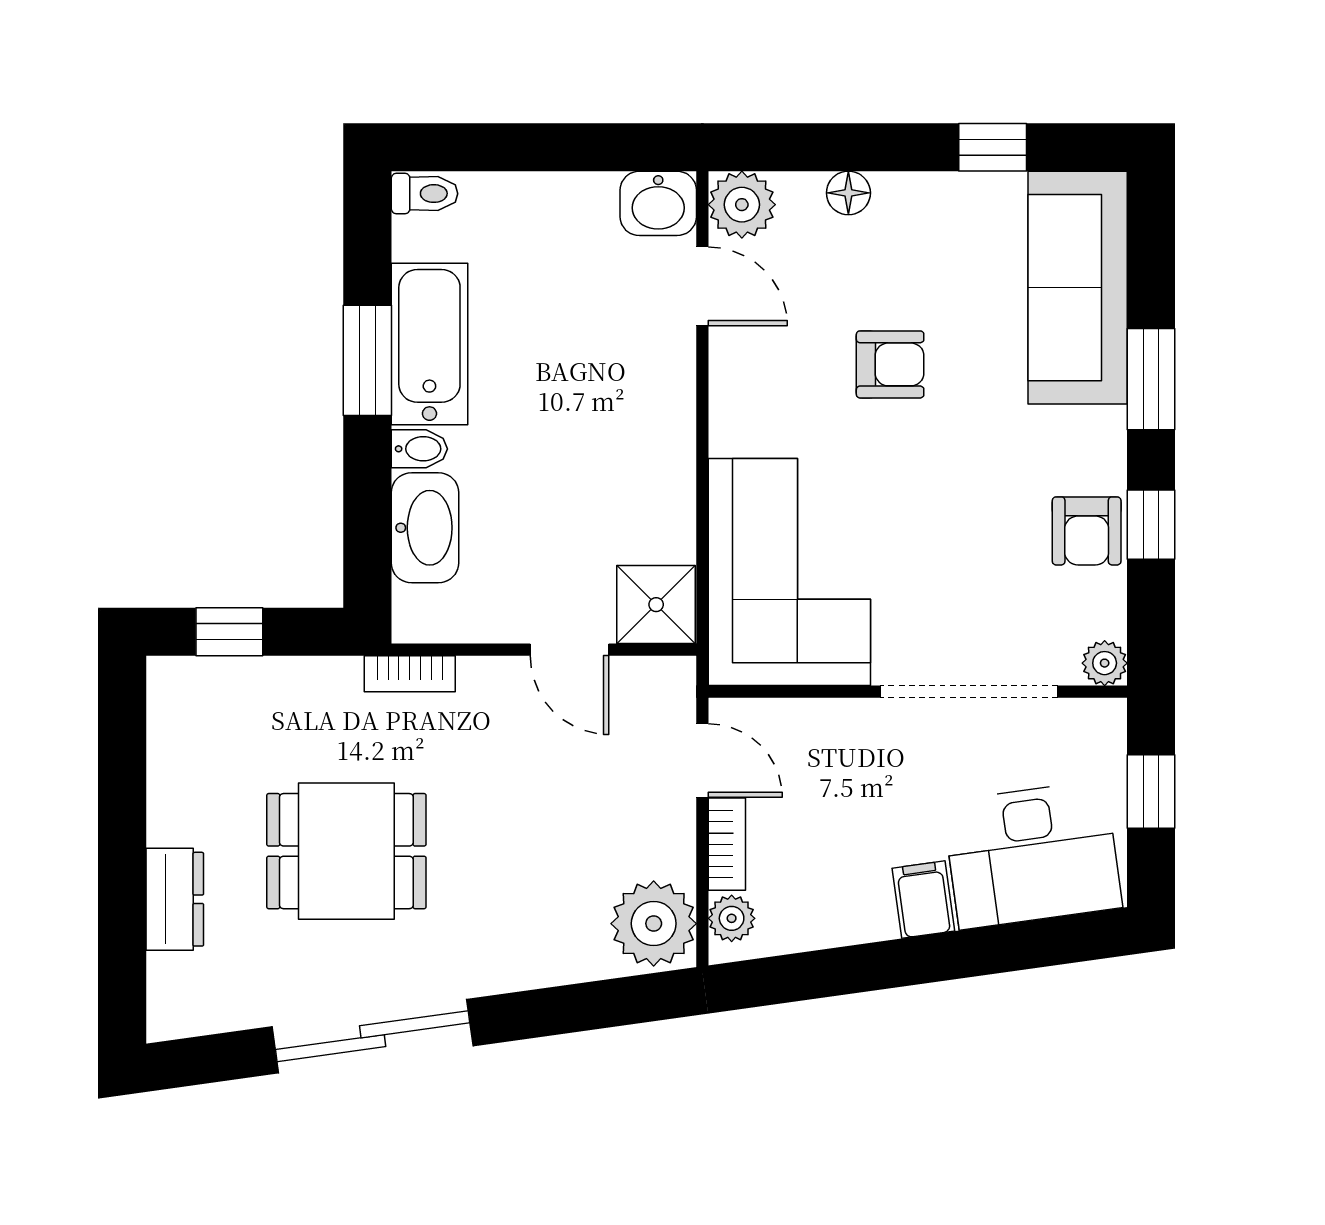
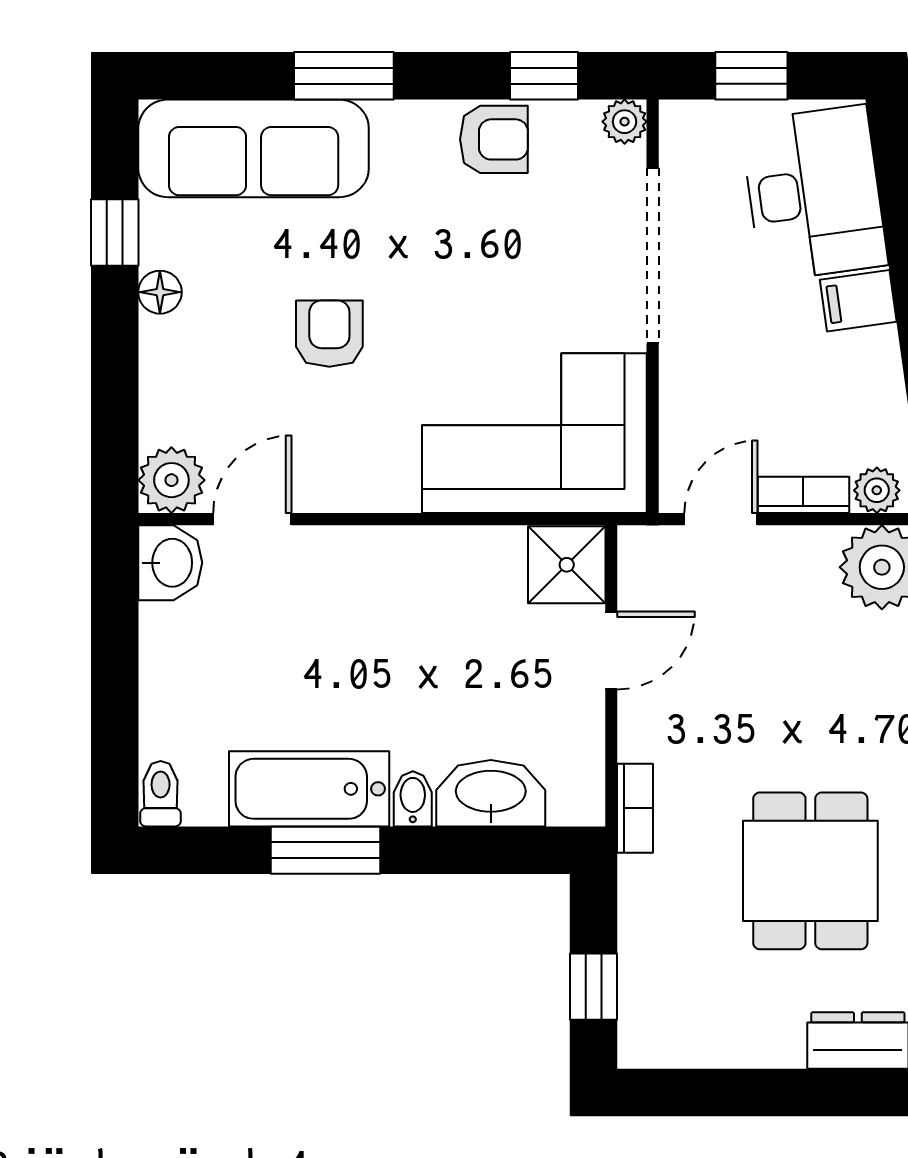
floor lamp: (848, 193) -> (160, 292), moved
window: (1151, 525) -> (544, 76), moved

